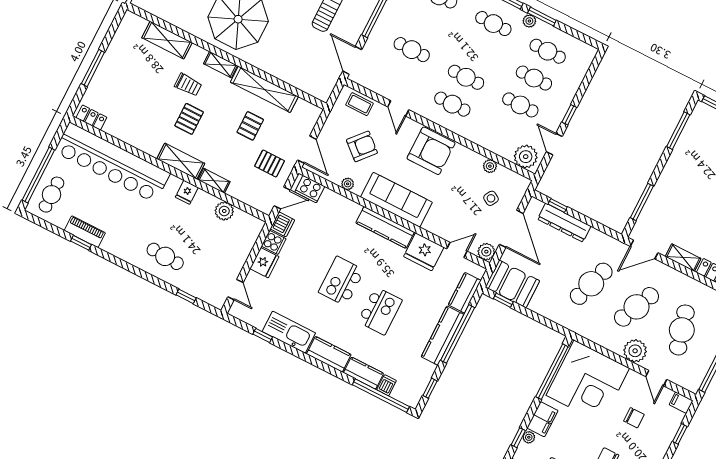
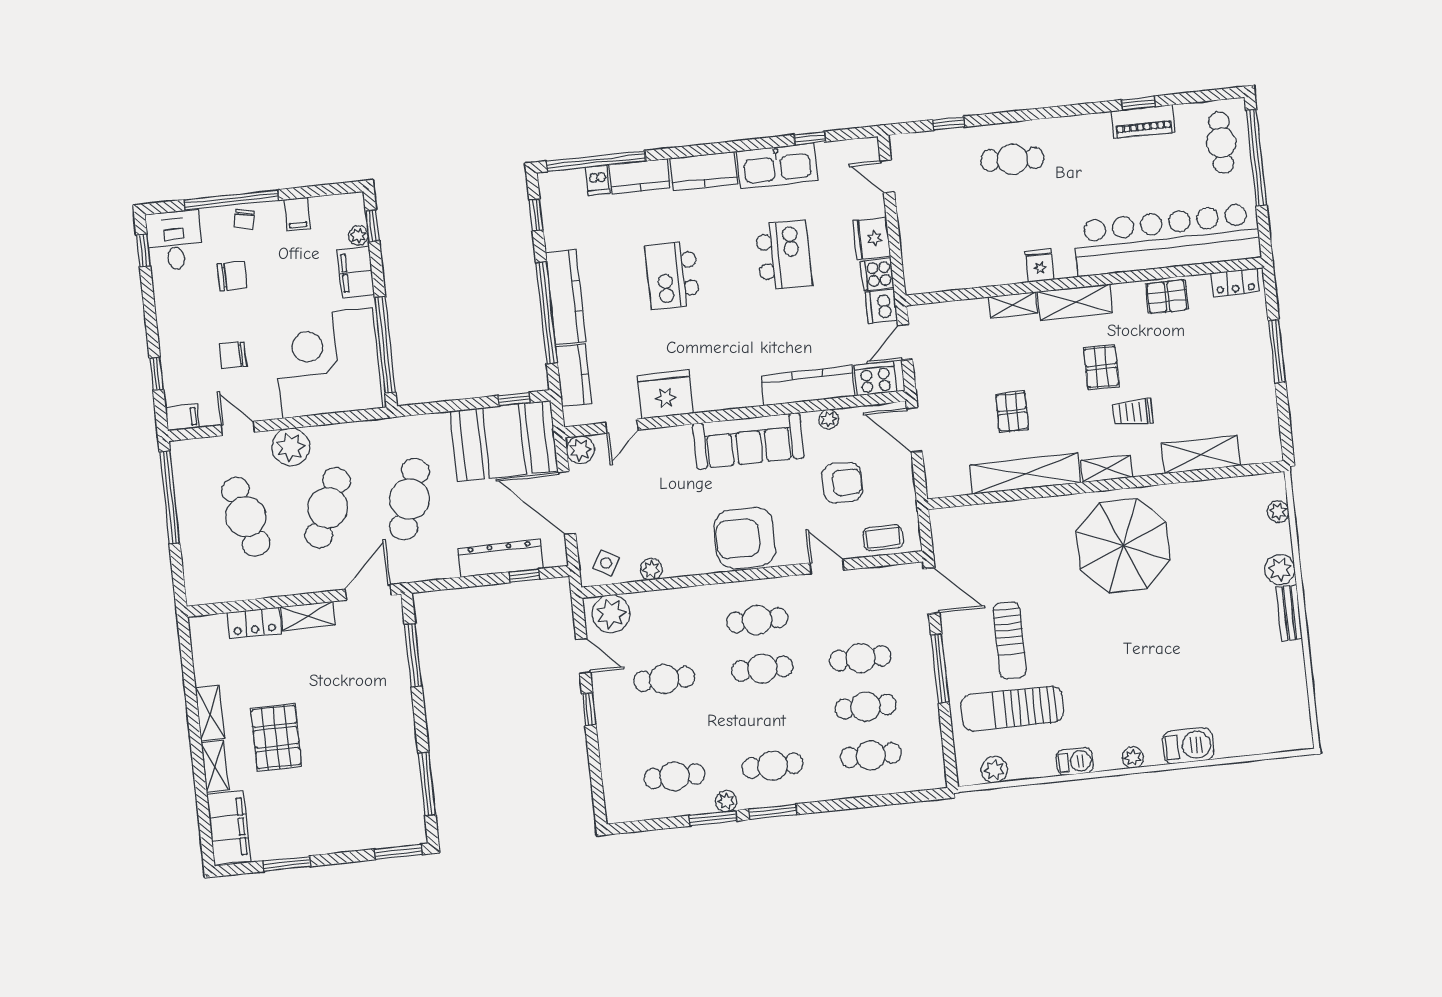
cafe table: (534, 78) -> (866, 707), moved
armchair: (362, 146) -> (842, 483), turned -131
pallet: (270, 163) -> (1167, 297), moved
side table: (491, 198) -> (606, 563), moved
plant: (224, 211) -> (972, 273), removed
kitchen counter: (385, 227) -> (808, 386), moved
kitchen island: (341, 281) -> (784, 255), moved
booth: (512, 284) -> (504, 441), width x1.36, depth x1.42

